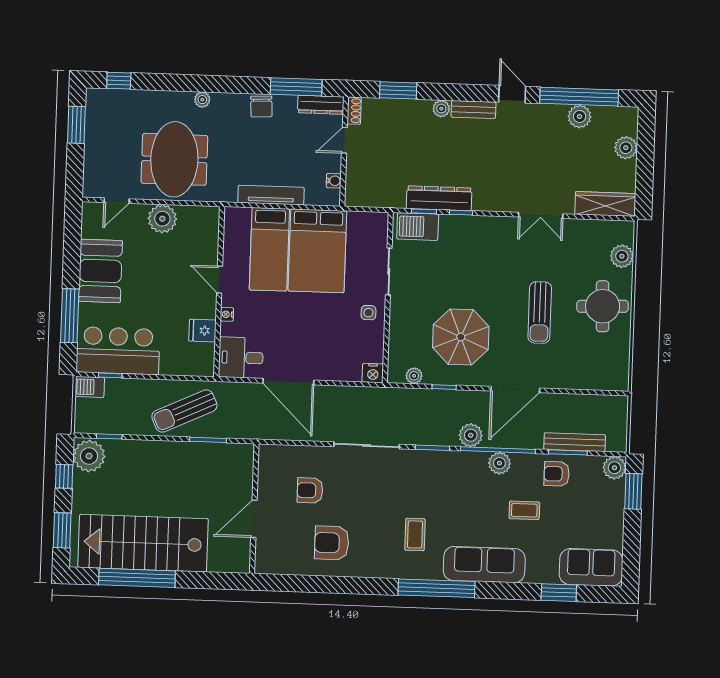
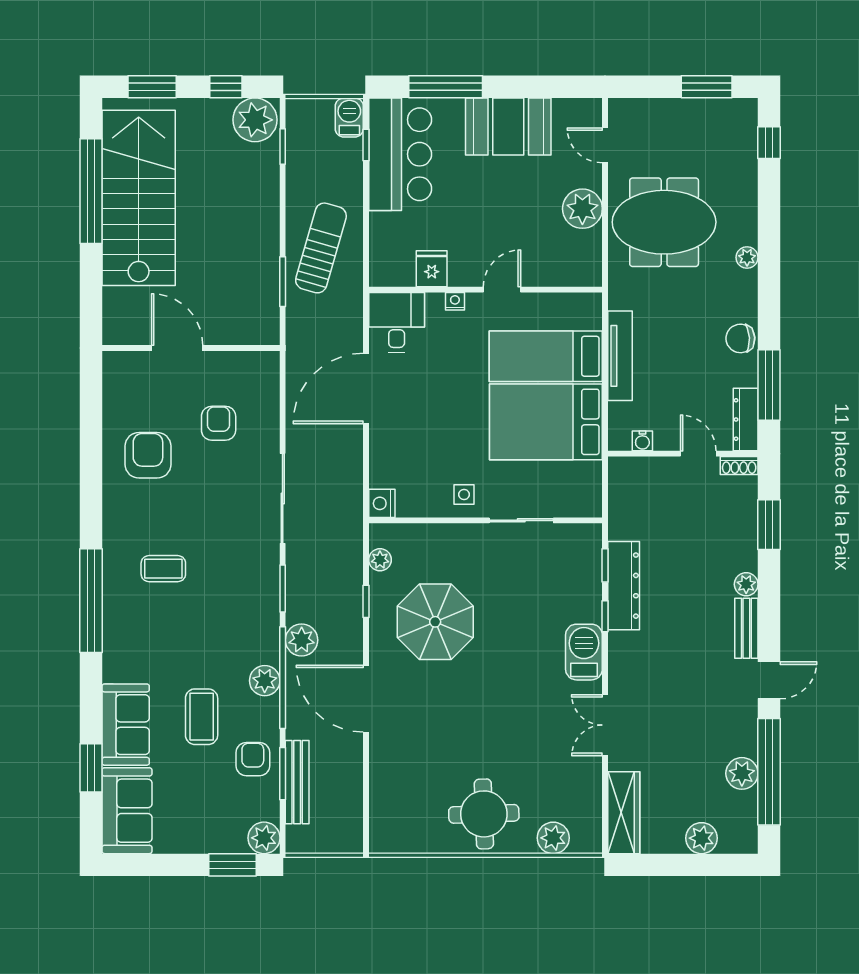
barbecue: (418, 227) -> (584, 652), moved
sun lounger: (540, 312) -> (472, 728), removed
sun lounger: (184, 411) -> (321, 248), turned 41
coffee table: (524, 510) -> (202, 717), width x1.36, depth x1.30
sofa: (484, 565) -> (126, 725), moved, width x0.73

